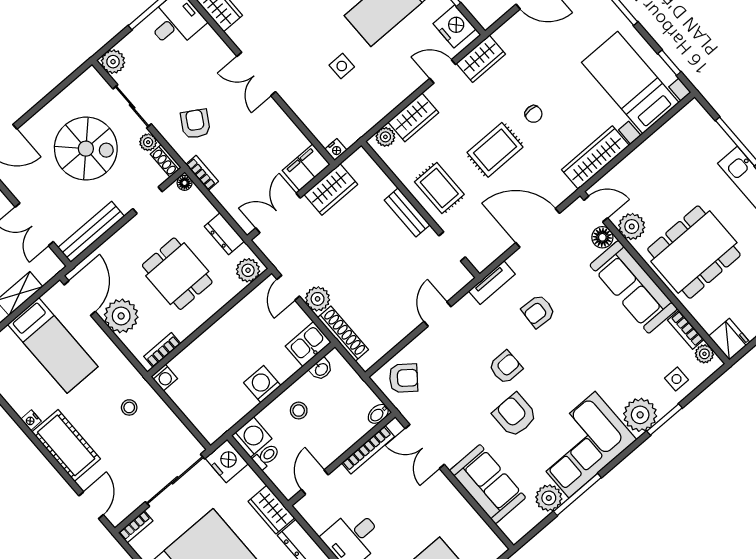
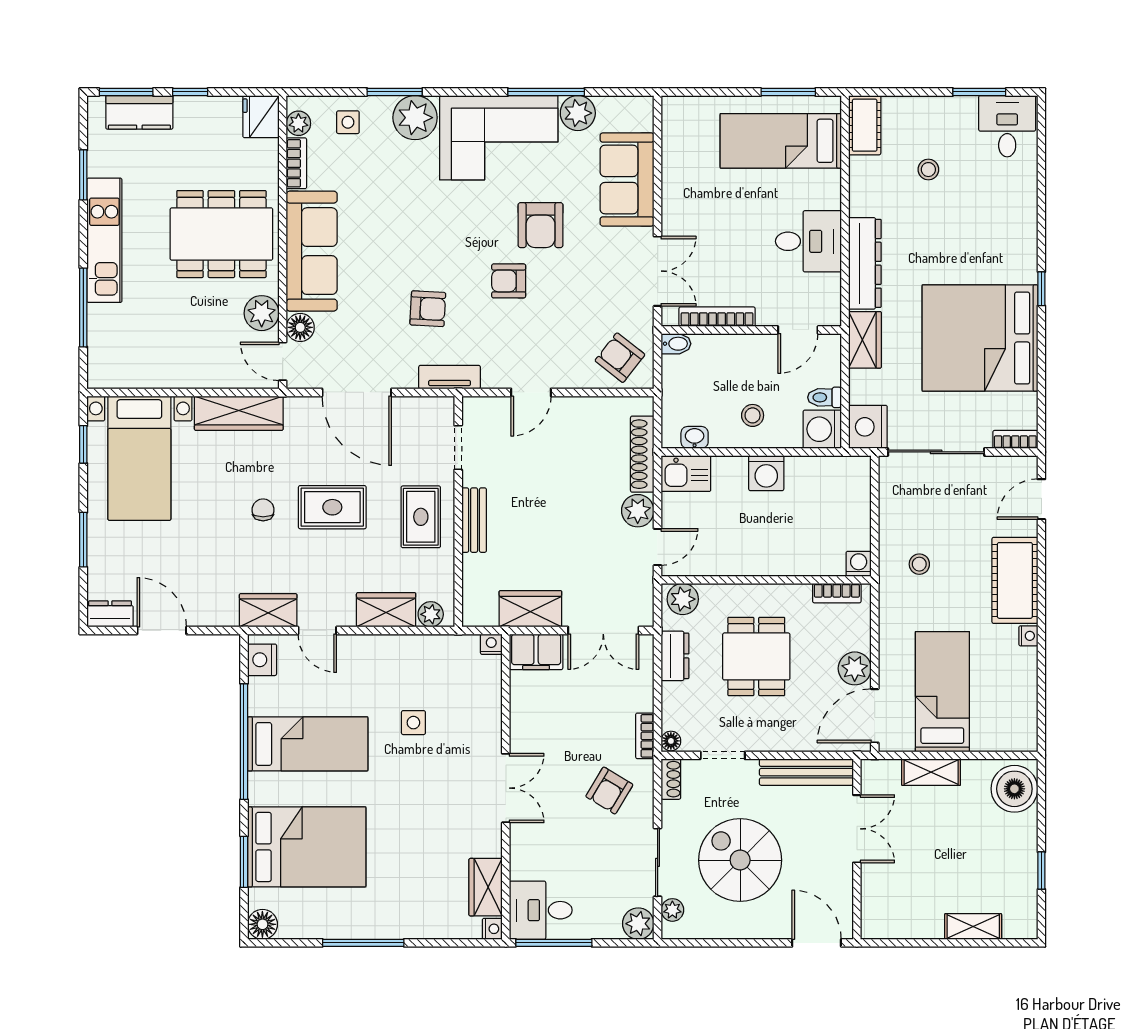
nightstand: (454, 26) -> (262, 660), width x0.74, depth x0.75
plant: (148, 142) -> (672, 910), moved
plant: (121, 316) -> (855, 668), width x0.73, depth x0.73

